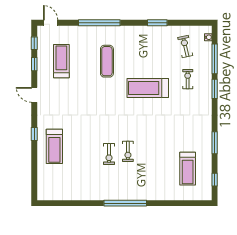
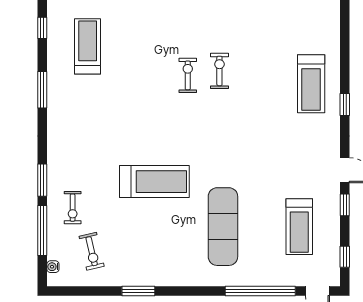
window: (99, 23) -> (260, 291), moved
exercise mat: (107, 61) -> (223, 227), width x1.36, depth x1.45
window: (34, 64) -> (345, 205), moved
exercise bike: (188, 79) -> (73, 208), moved
treadmill: (54, 146) -> (311, 84), turned 180

